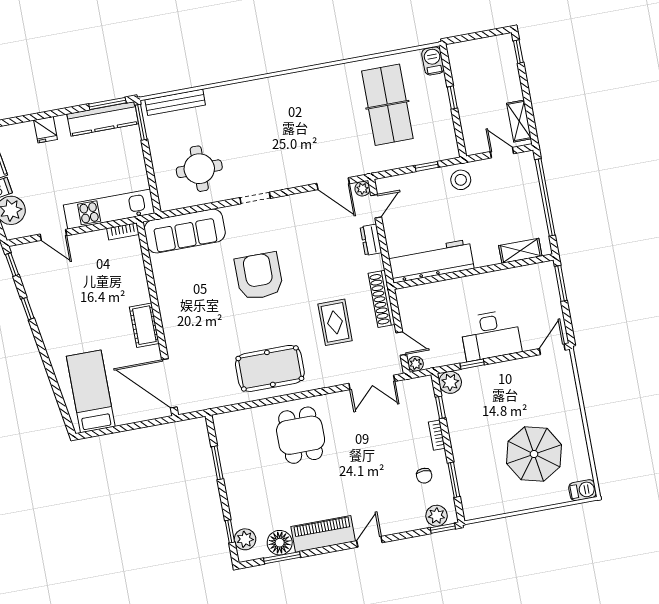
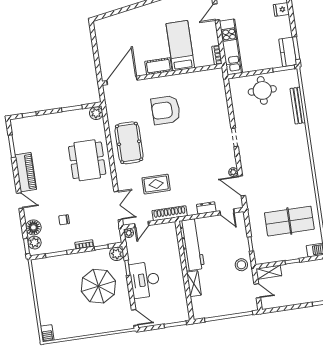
bench: (175, 102) -> (298, 106), moved
kitchen counter: (103, 119) -> (288, 52), width x0.67
shelving: (519, 121) -> (269, 272), moved
door: (502, 153) -> (257, 291), hinge flipped
round table: (199, 169) -> (262, 90), moved
door: (333, 184) -> (242, 186), hinge flipped
plant: (362, 189) -> (233, 172), moved
sofa: (185, 231) -> (216, 93), removed
shelving: (520, 251) -> (194, 284), moved
armchair: (259, 276) -> (166, 110), moved, turned 180
double door: (372, 382) -> (118, 205), swing flipped
bed: (91, 391) -> (180, 46), moved, turned -90
dining table: (301, 435) -> (87, 160), width x1.38
parasol: (534, 454) -> (98, 286), moved
chair: (424, 476) -> (64, 220), moved
plant: (245, 539) -> (96, 113), moved
floor lamp: (280, 543) -> (33, 227), moved

